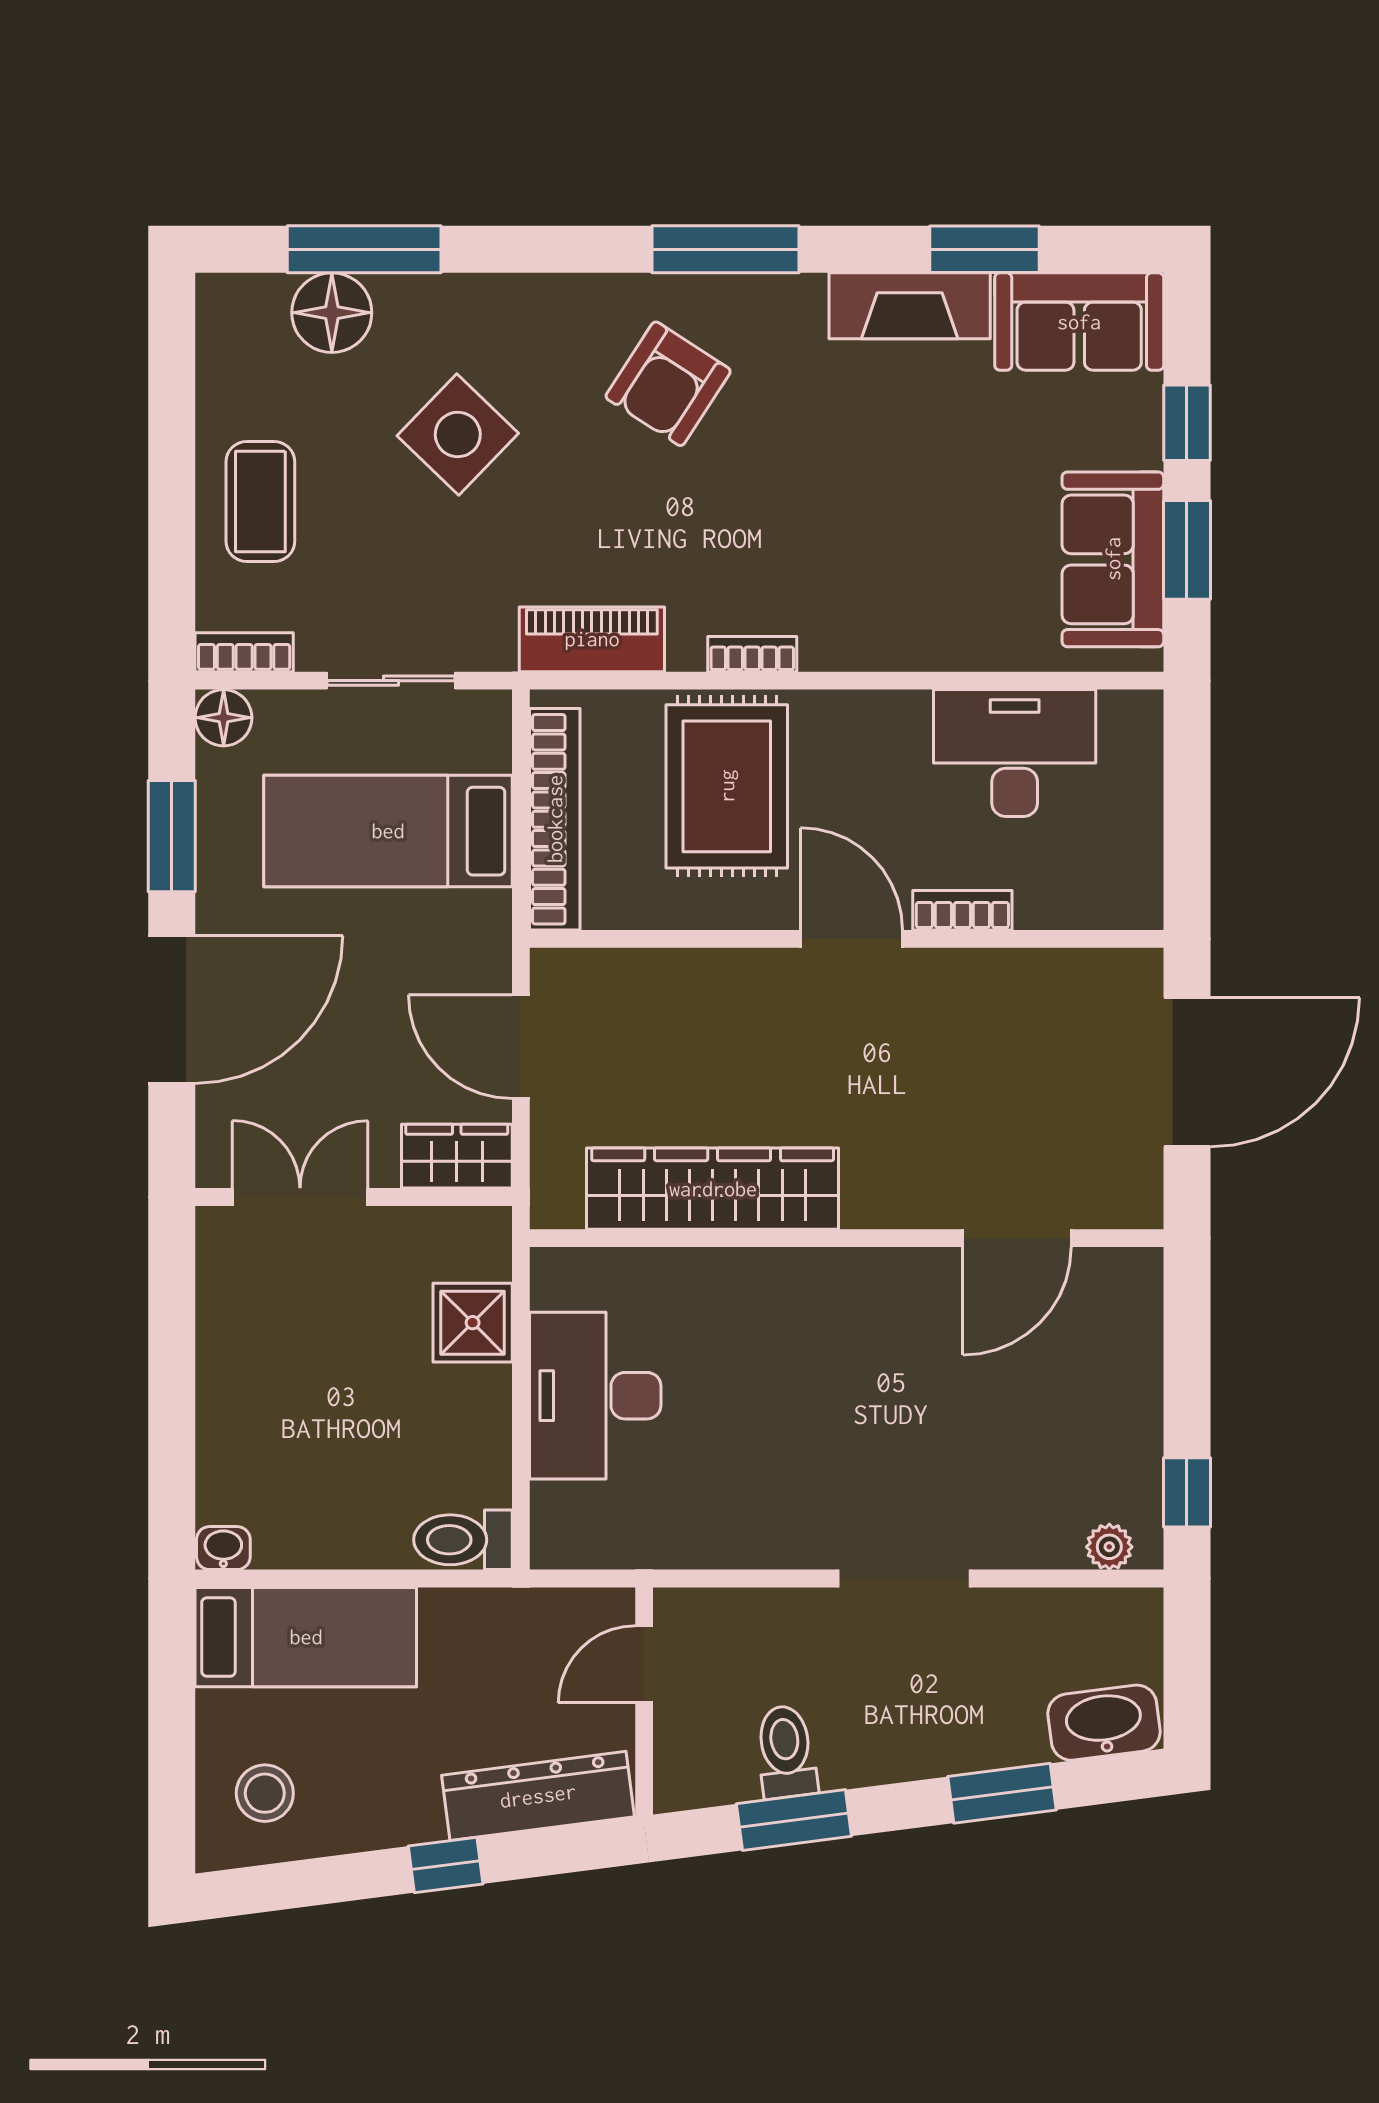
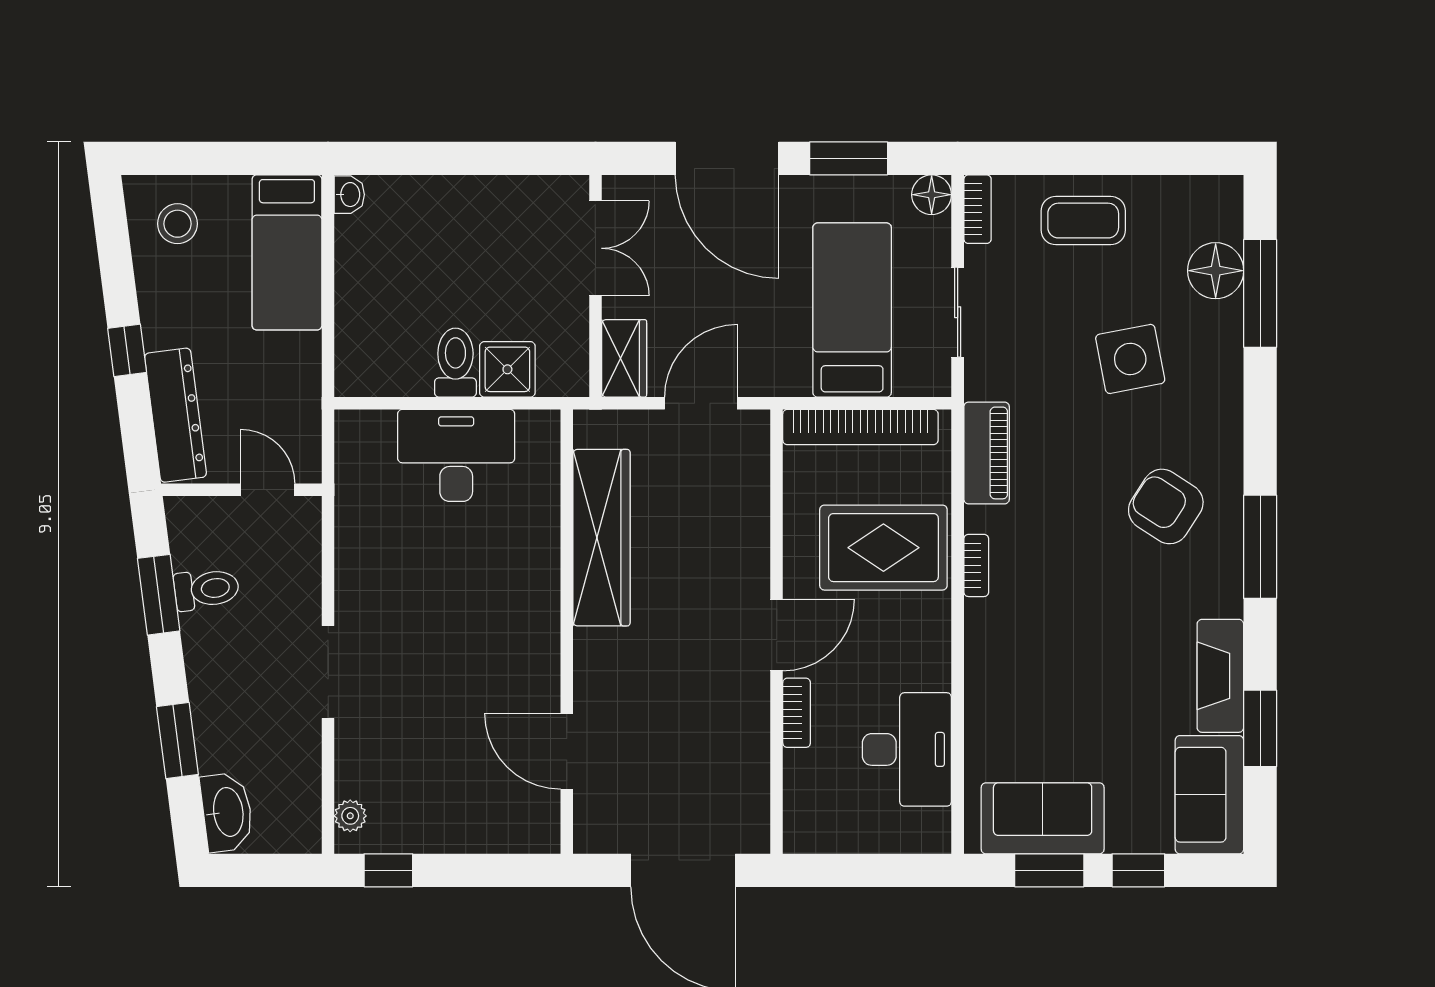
side table: (458, 434) -> (1130, 359), turned 35
toilet: (463, 1540) -> (455, 363), moved

